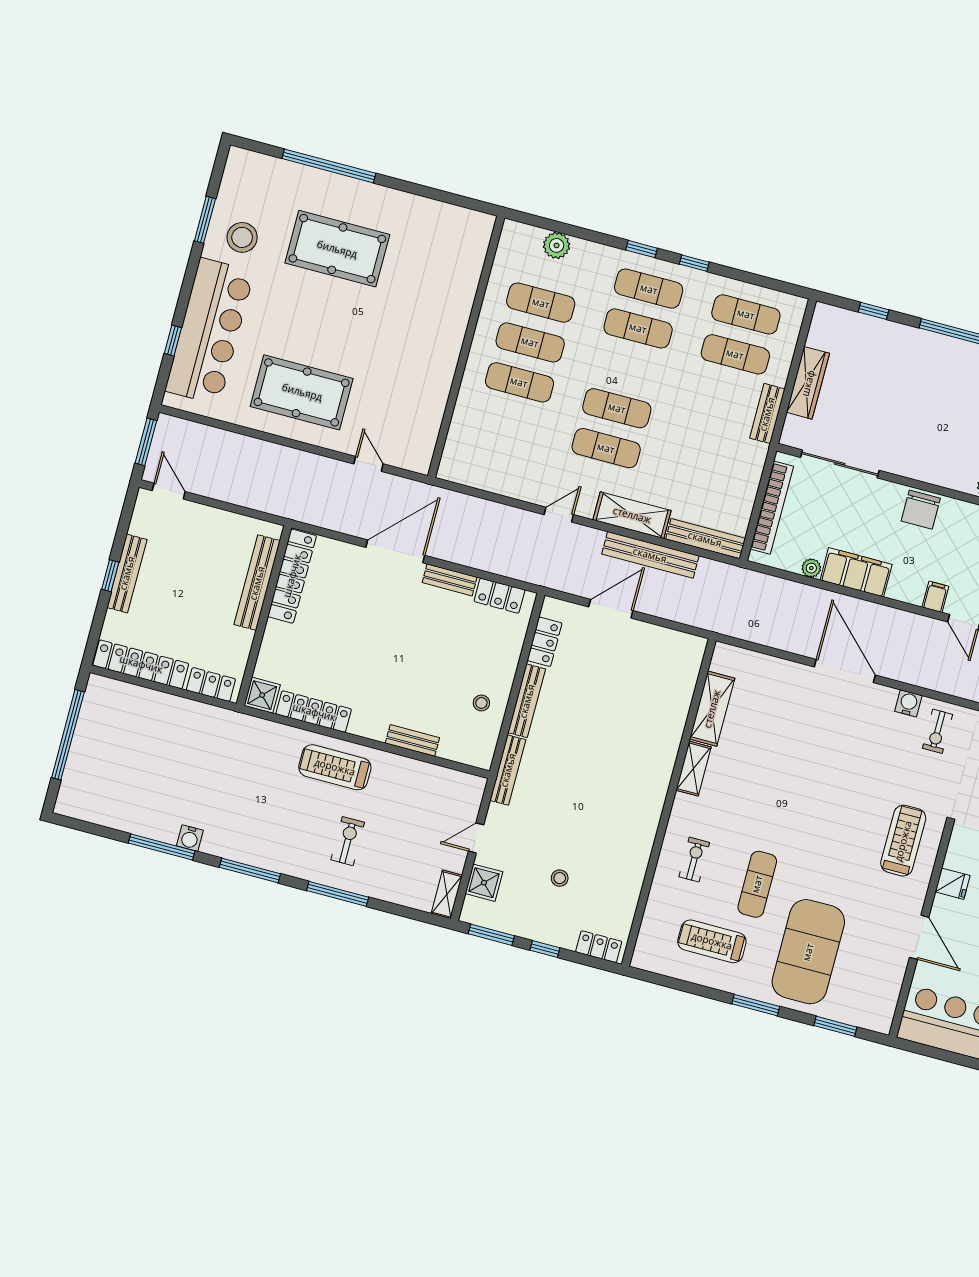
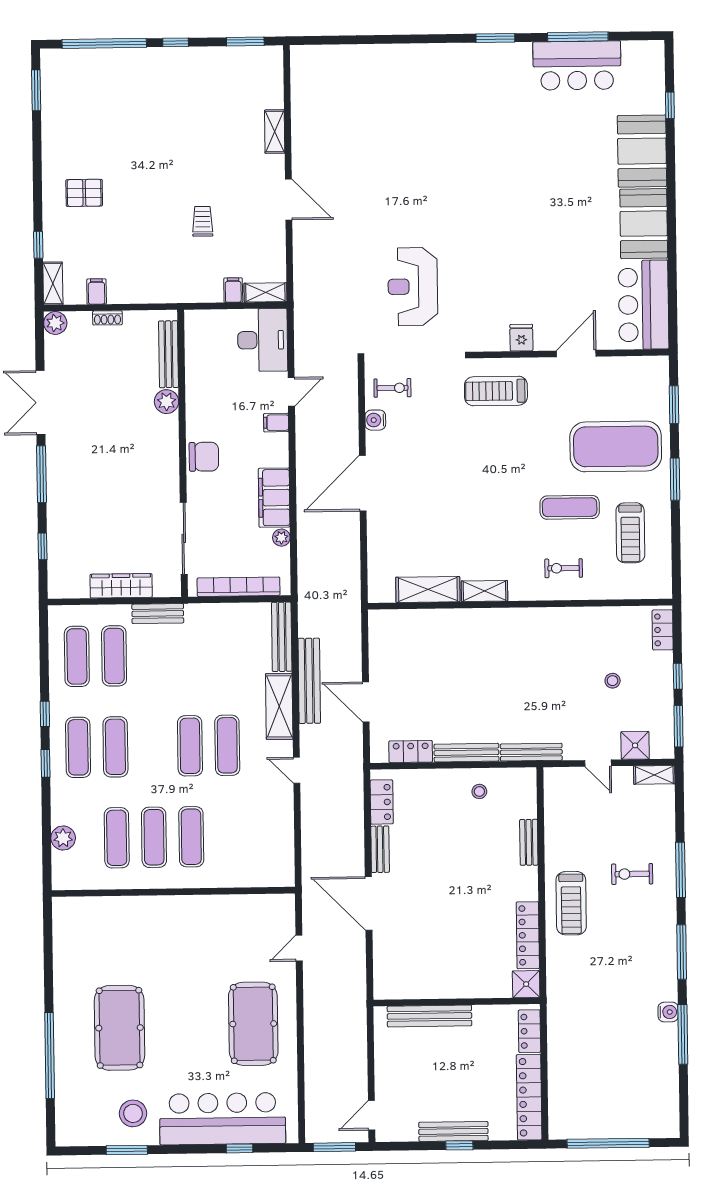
locker: (292, 576) -> (415, 987), removed

